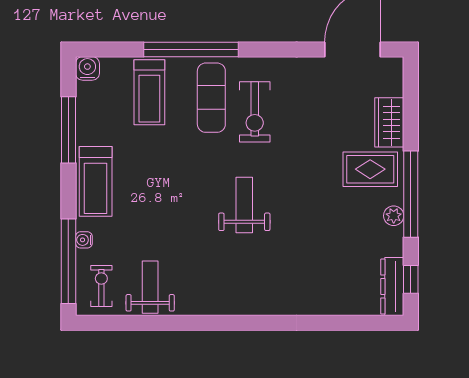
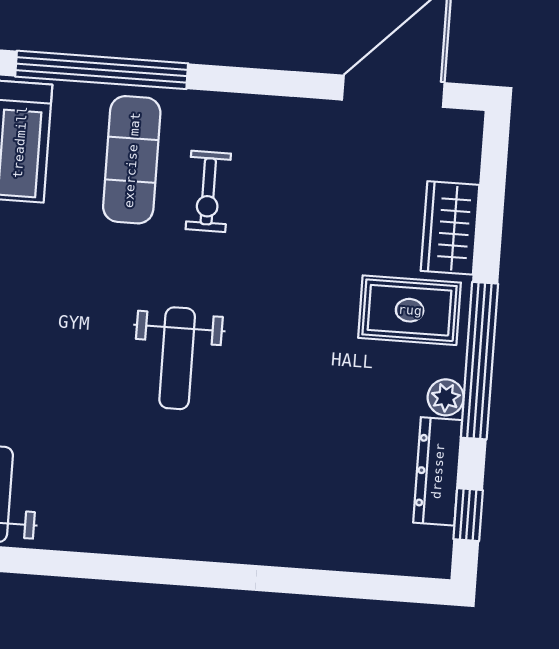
exercise bike: (255, 112) -> (208, 191), width x0.73, depth x0.72
weight bench: (244, 205) -> (177, 358), turned 180
dresser: (392, 287) -> (438, 471), moved

